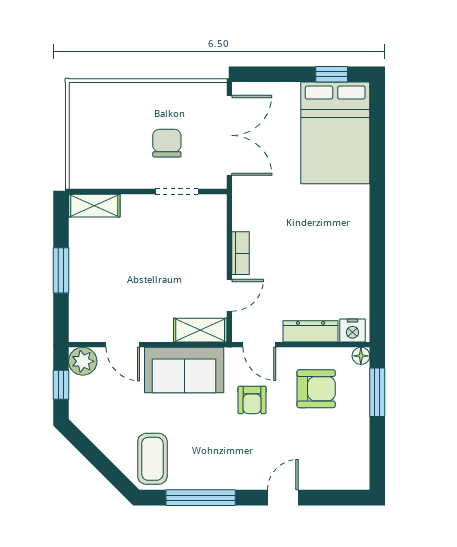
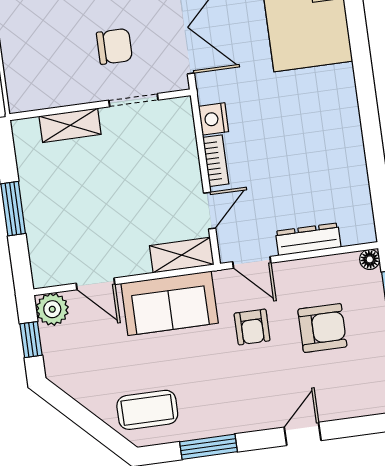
chair: (167, 143) -> (114, 46), turned 90
shelving: (94, 206) -> (70, 125), moved
nightstand: (352, 330) -> (214, 119), moved, turned 90
armchair: (316, 389) -> (322, 328), moved
coffee table: (152, 459) -> (147, 410), turned 90
window: (201, 498) -> (209, 447), width x0.69

